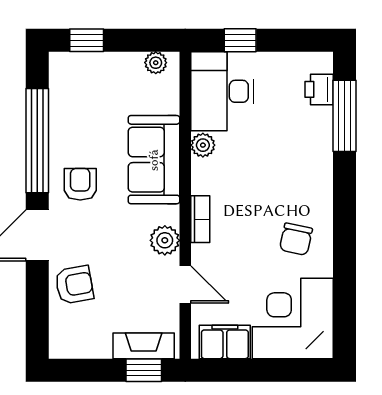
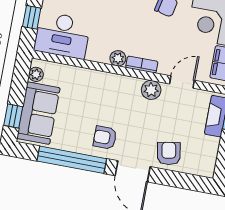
plant: (203, 145) -> (118, 58), moved
sofa: (154, 160) -> (38, 113), moved, turned -90

